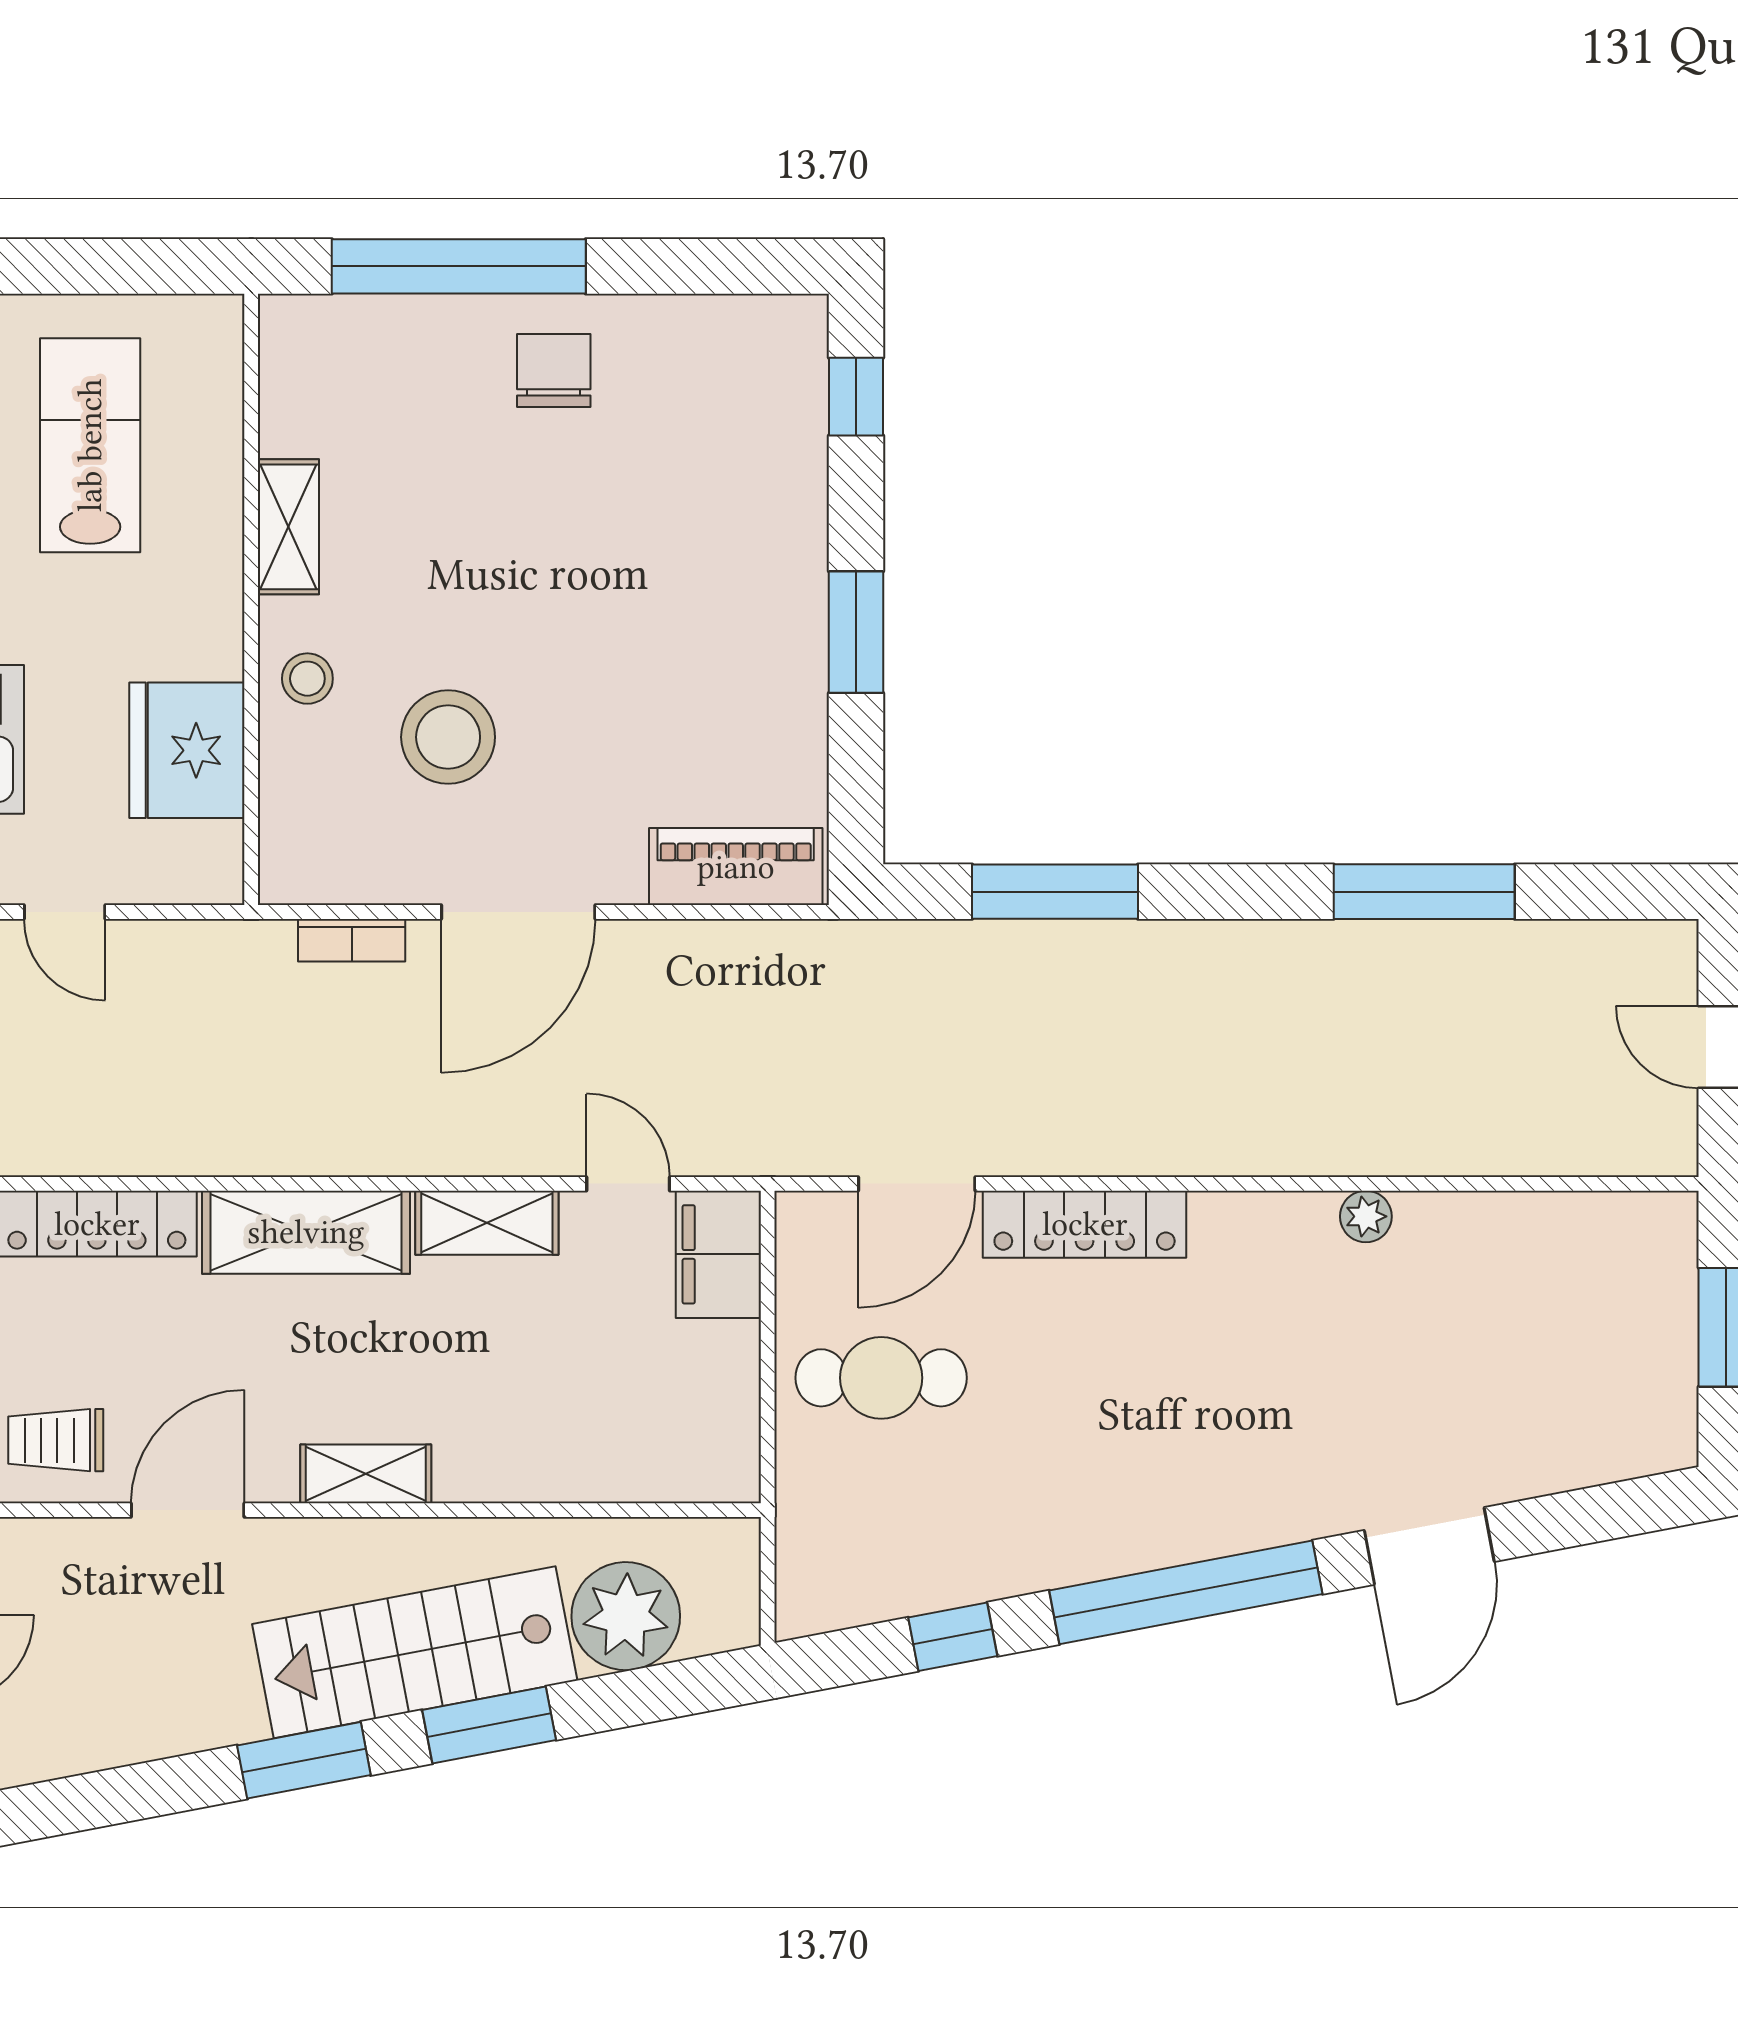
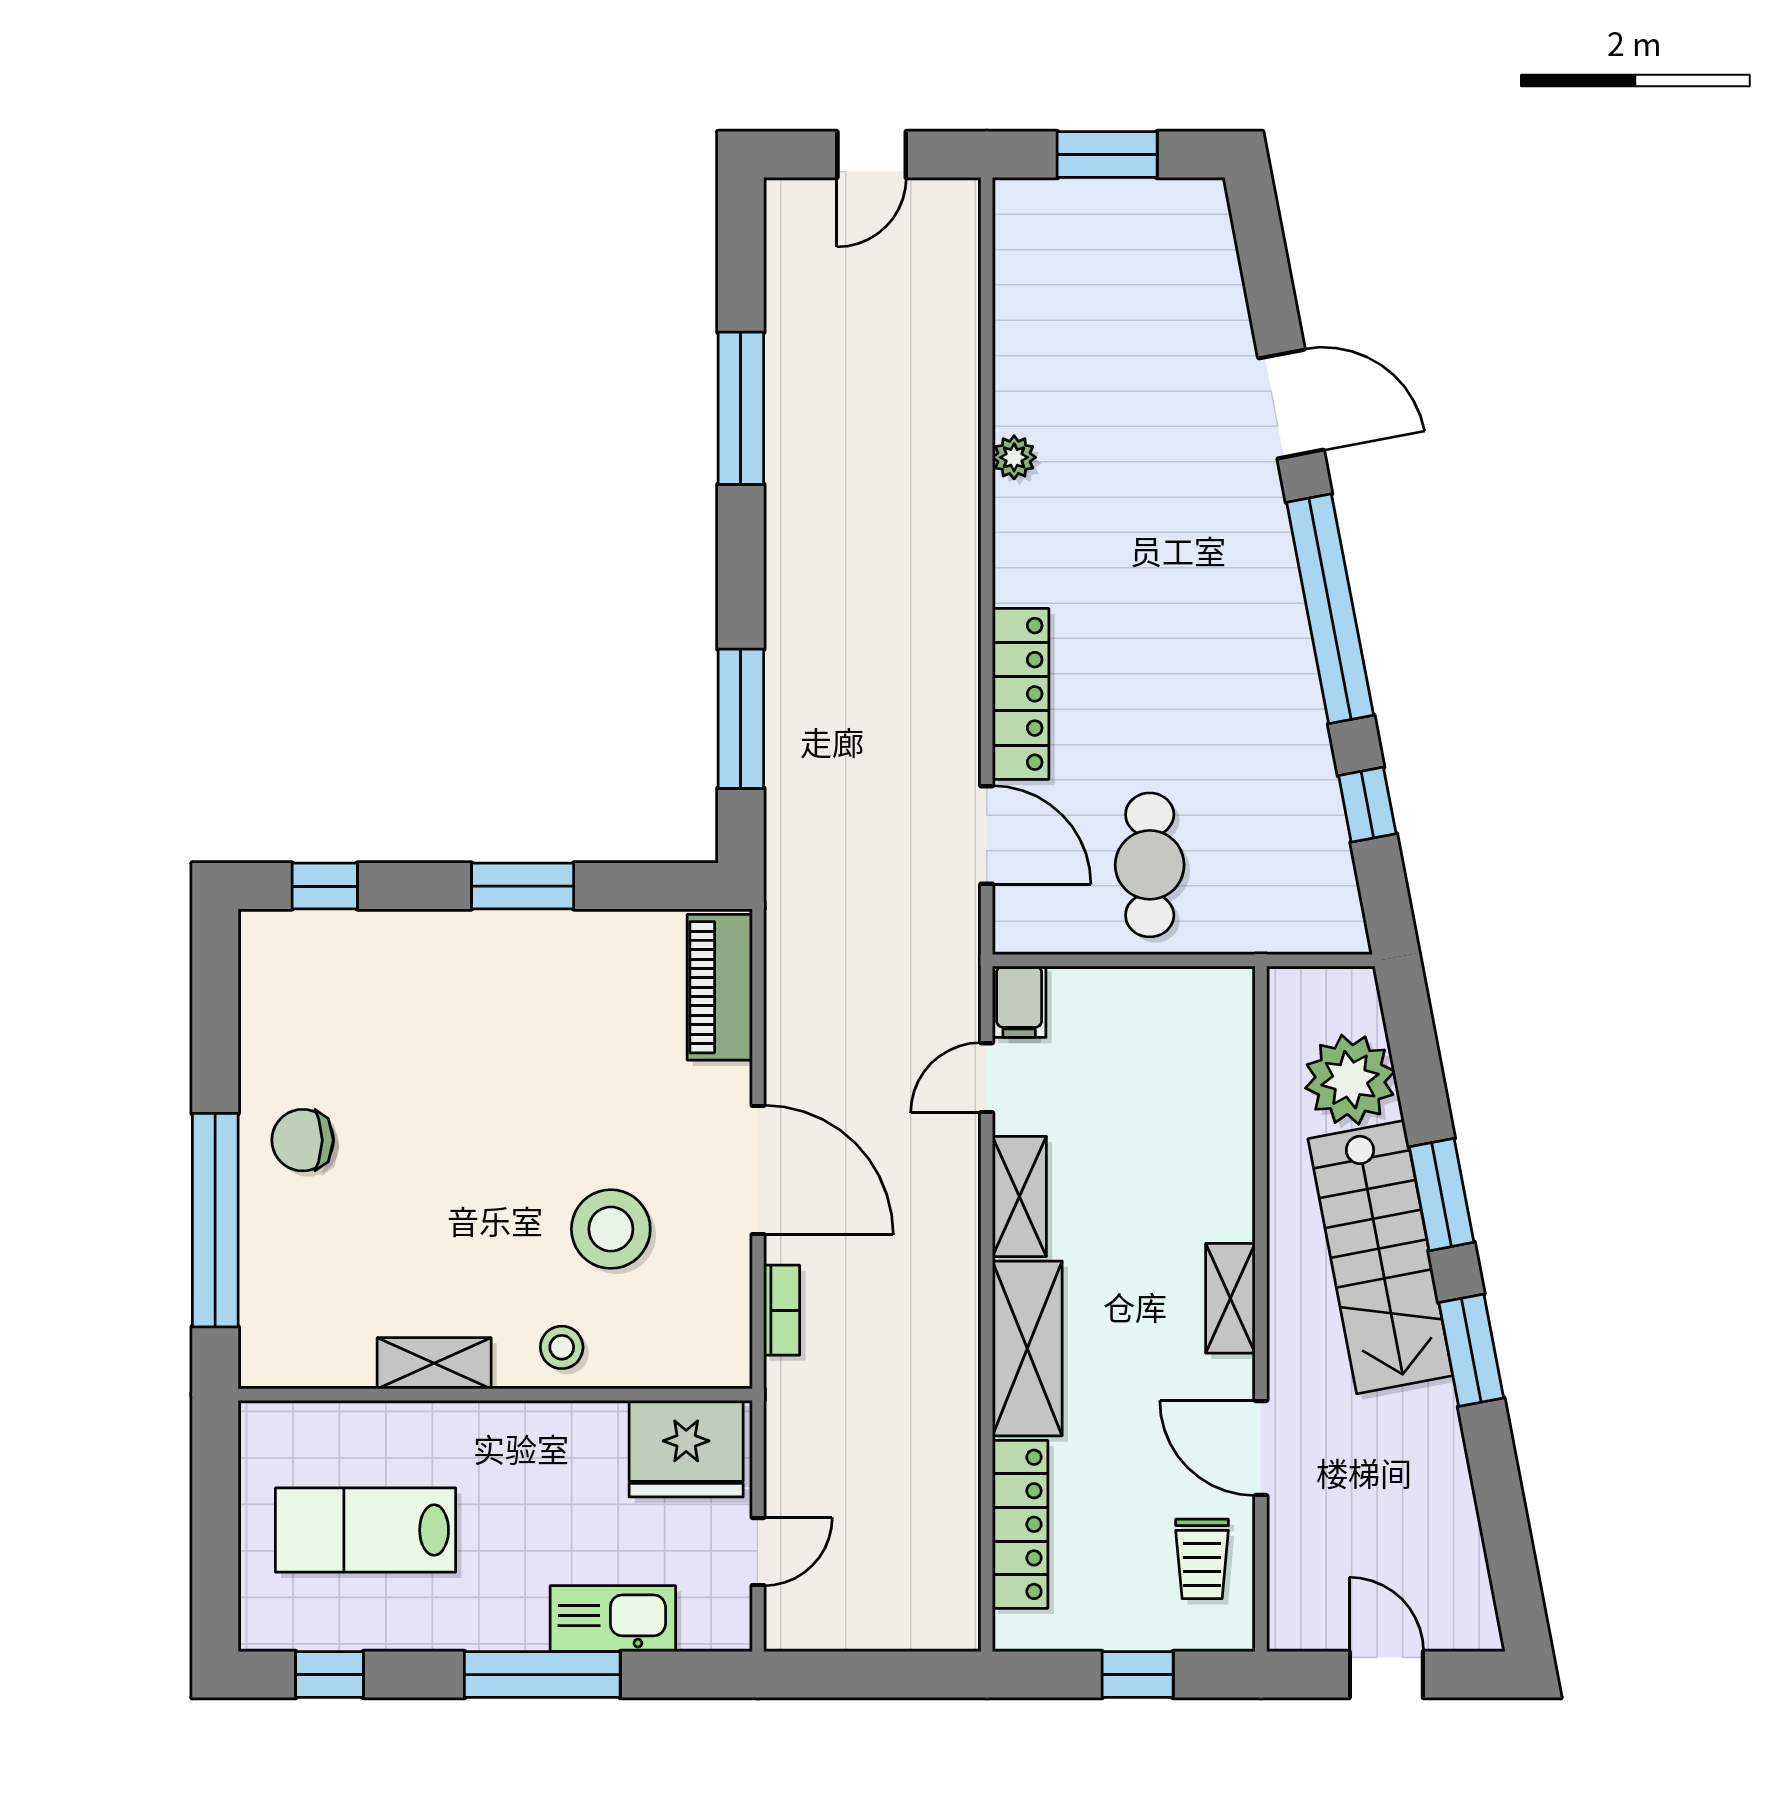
fridge: (187, 750) -> (686, 1449), moved
filing cabinet: (718, 1254) -> (1019, 1002), width x0.50

